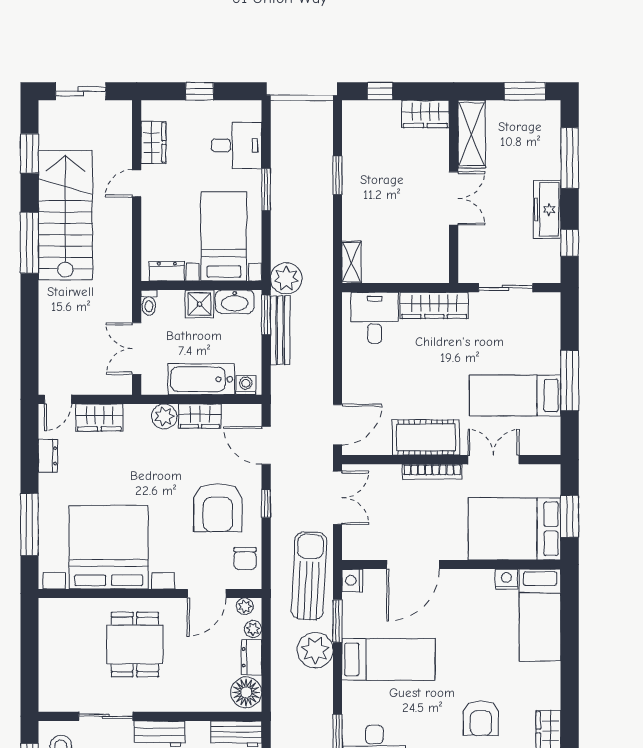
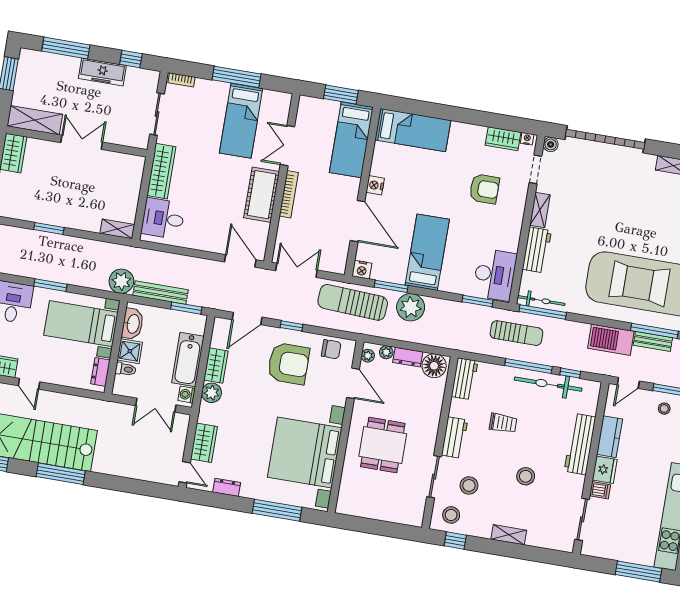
toilet: (149, 303) -> (126, 369), moved
bookcase: (554, 311) -> (181, 80), added
window: (266, 315) -> (186, 308), moved
washing machine: (246, 385) -> (187, 395), moved
bed: (515, 529) -> (351, 140), width x0.67
nightstand: (506, 579) -> (375, 185), moved
dining table: (135, 644) -> (383, 445), turned 90

